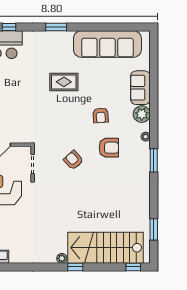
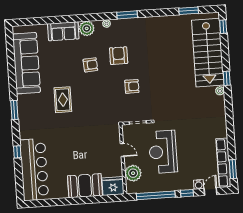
armchair: (73, 160) -> (132, 86), turned -138

